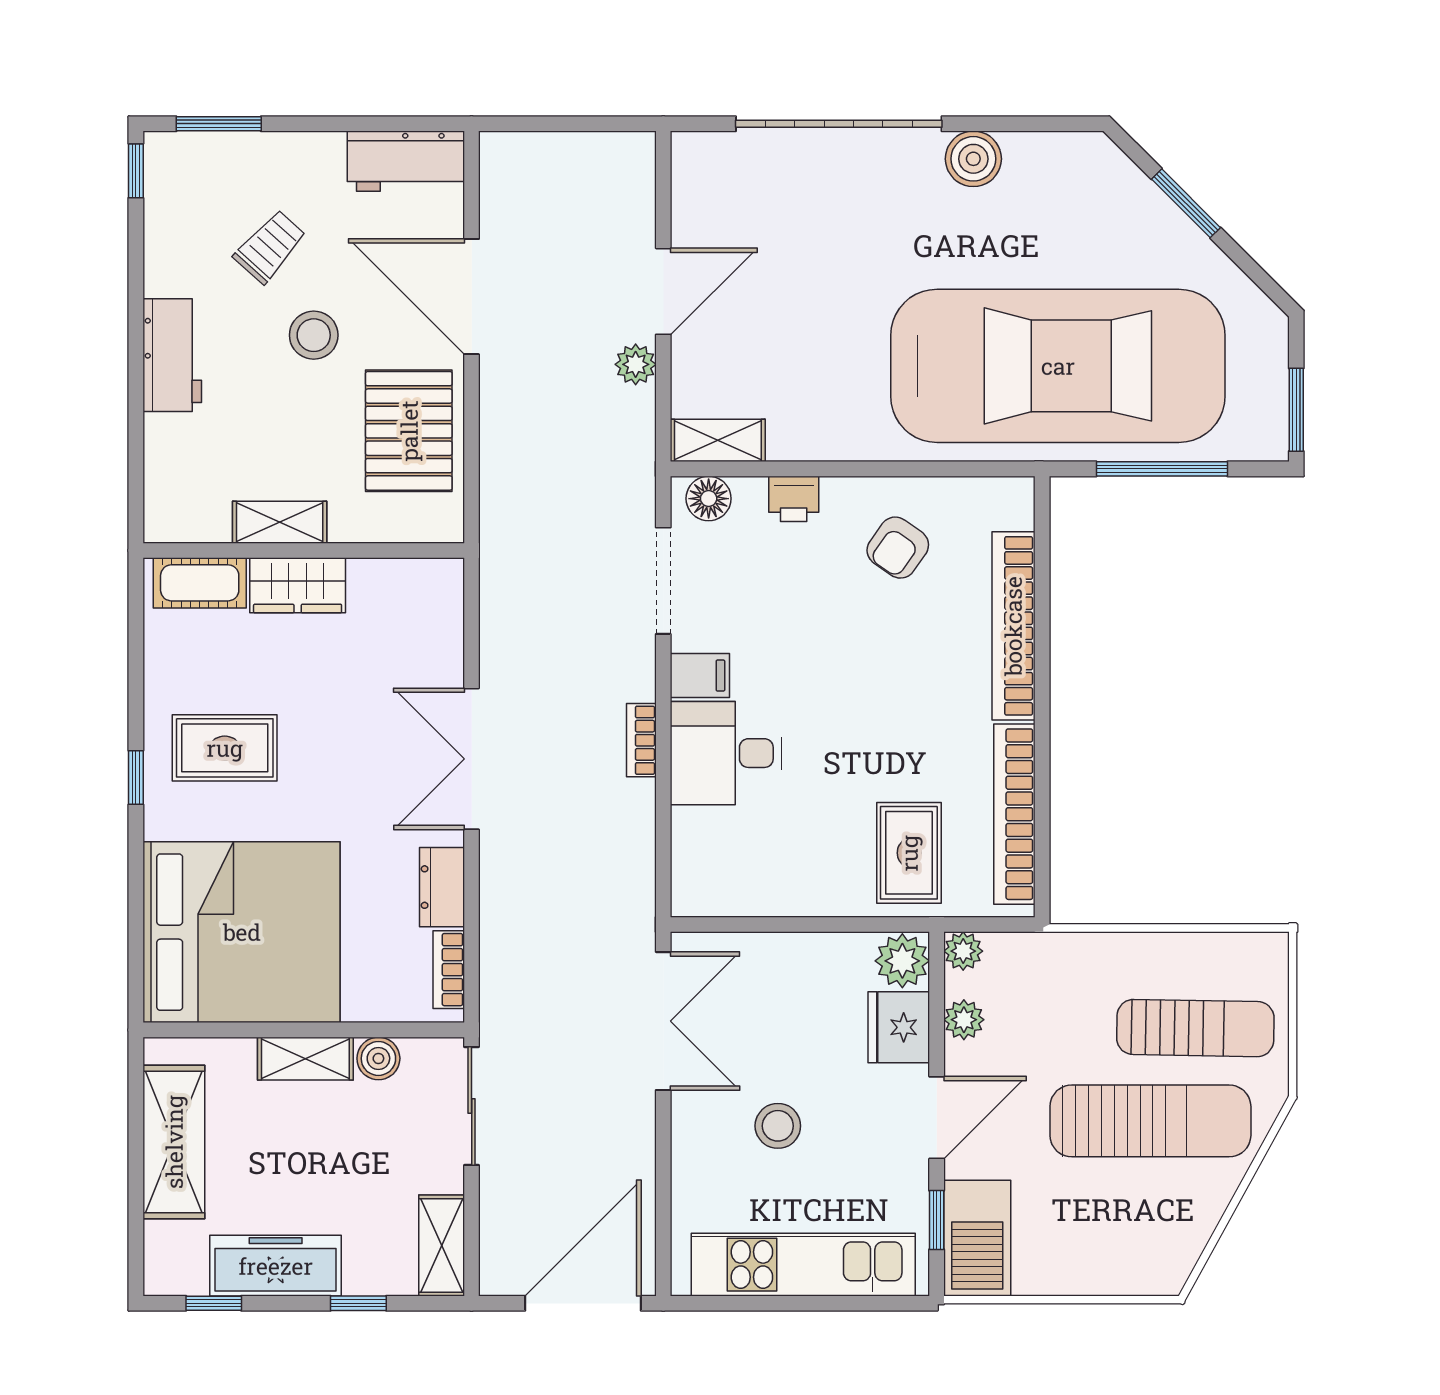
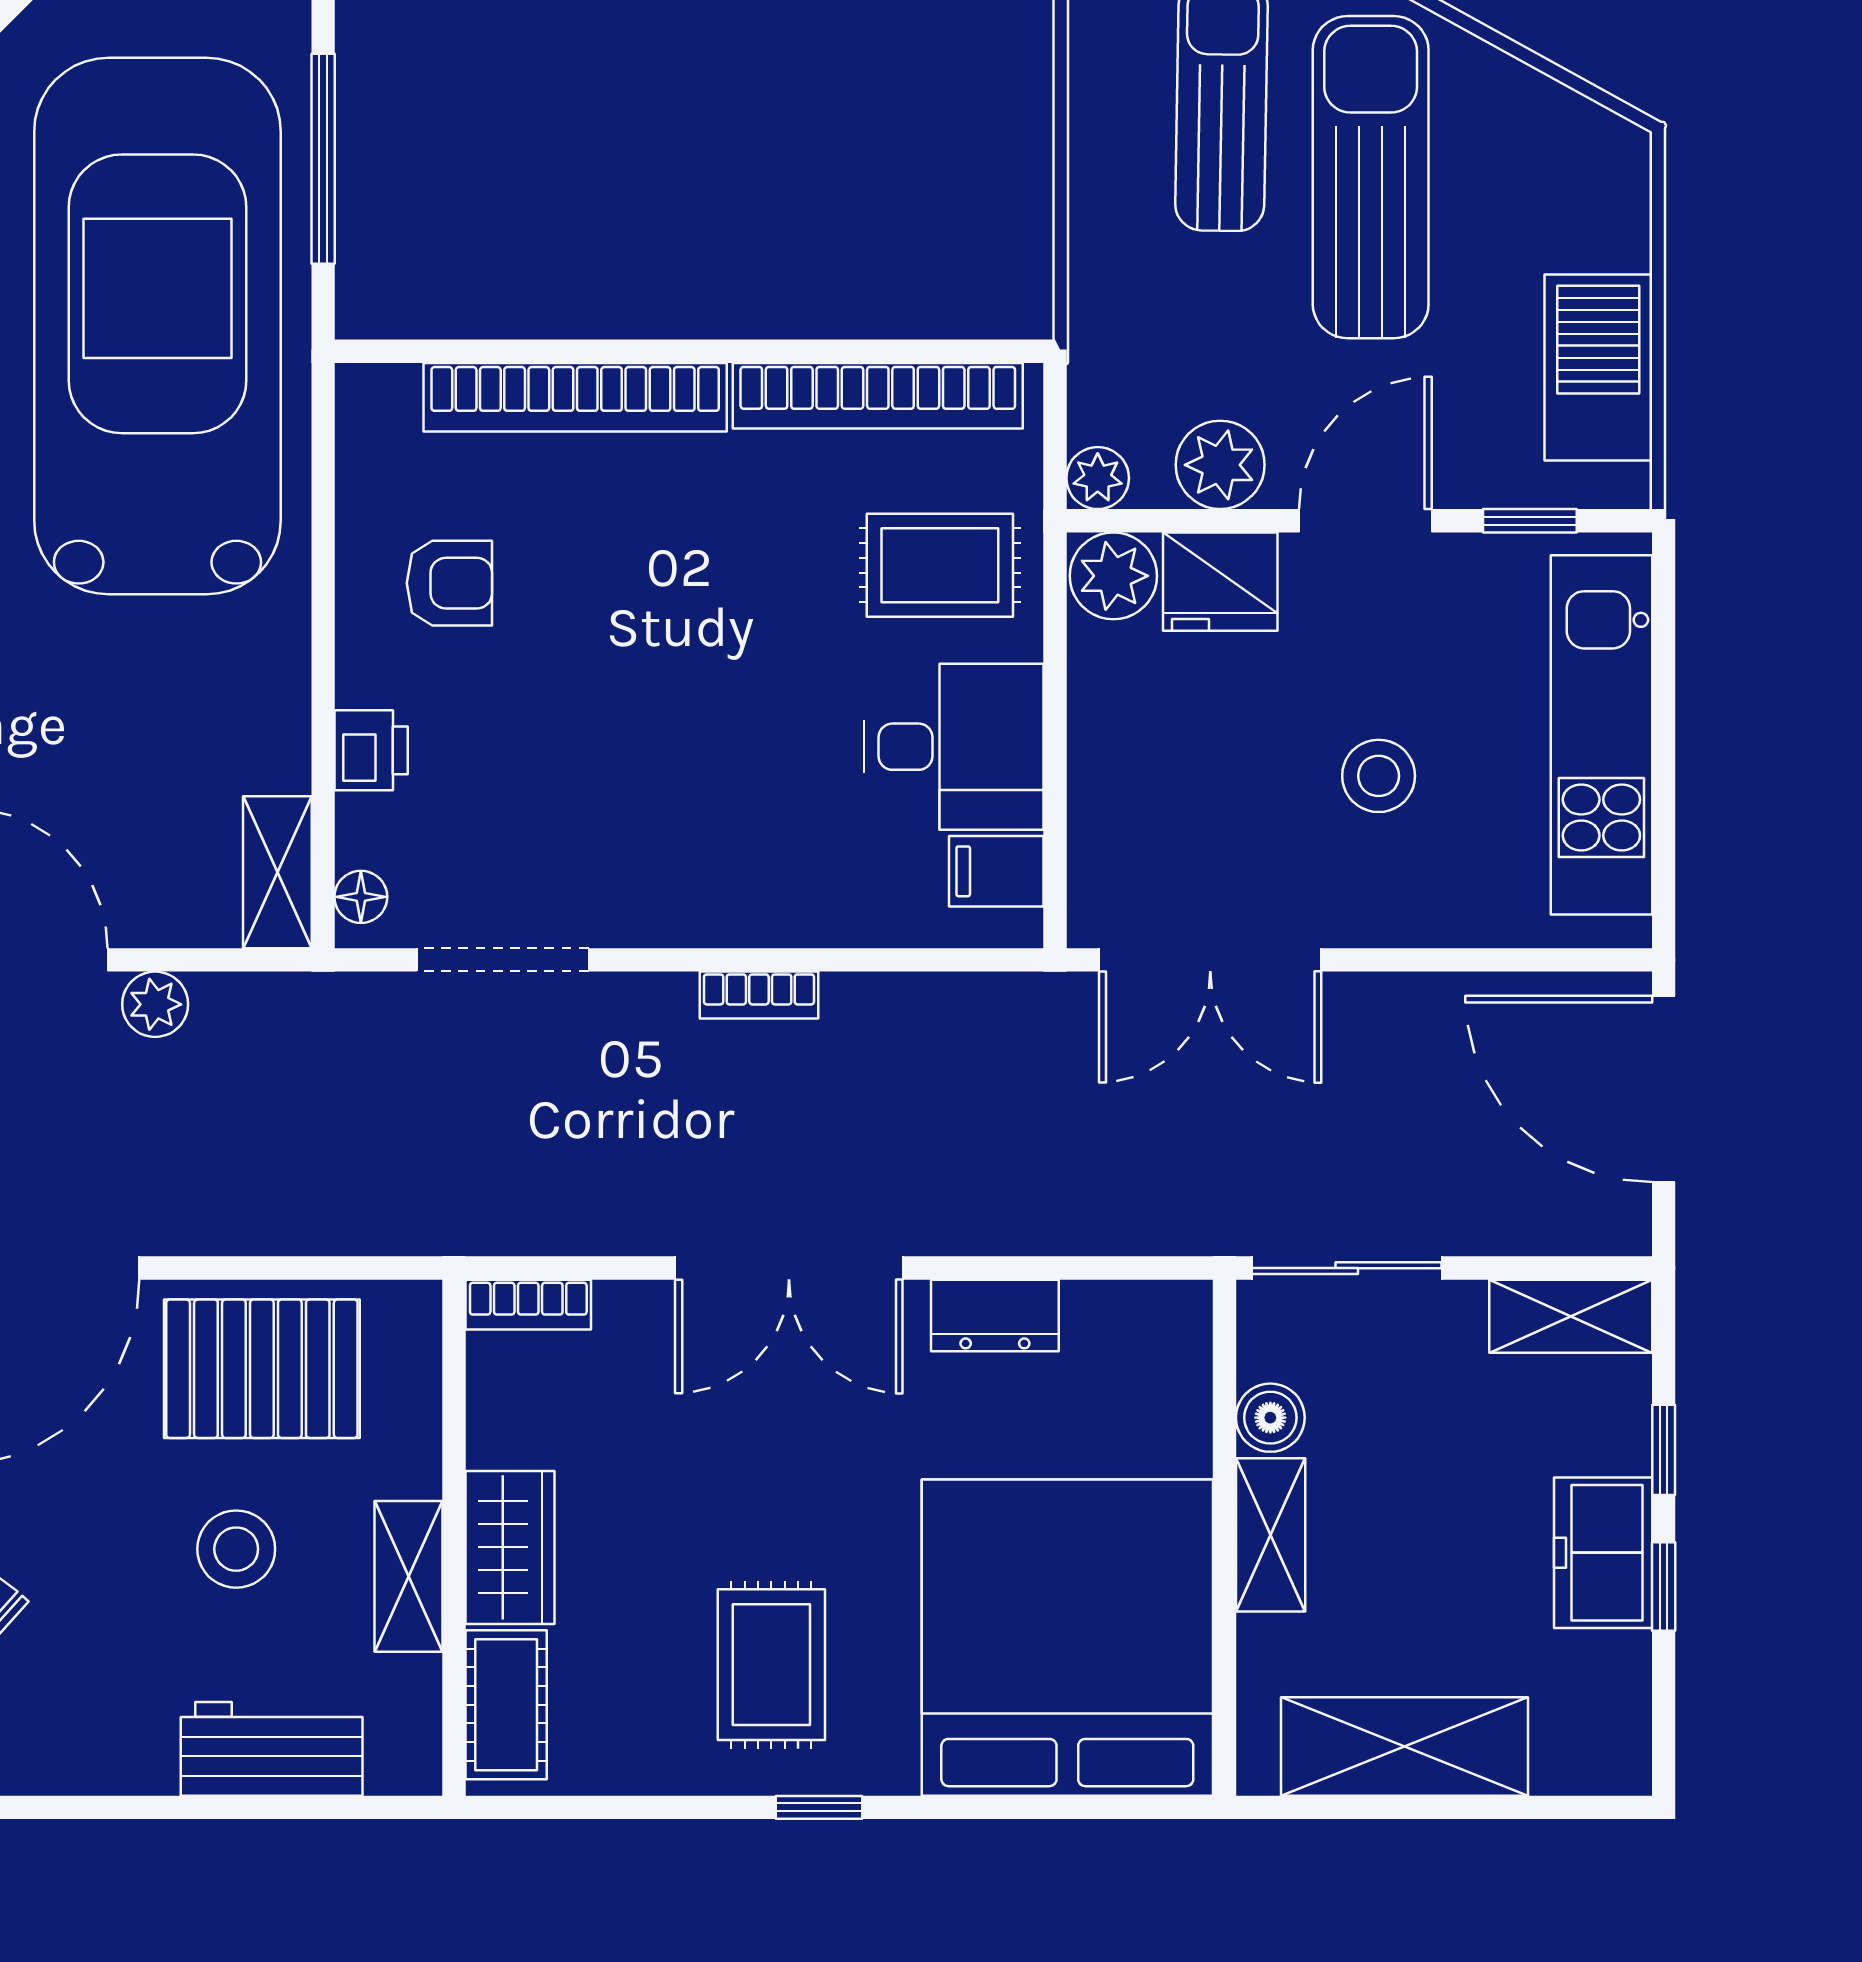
stool: (314, 335) -> (236, 1549), moved
workbench: (172, 355) -> (272, 1749), moved
floor lamp: (709, 499) -> (361, 897), width x0.73, depth x0.73
armchair: (898, 548) -> (449, 583), turned -35
filing cabinet: (700, 676) -> (996, 871), moved, turned -90
desk: (726, 753) -> (954, 747), moved, turned -90
bookcase: (449, 970) -> (528, 1305), moved
plant: (964, 1020) -> (1220, 465), width x1.38, depth x1.38
double door: (663, 1021) -> (1210, 960), swing flipped
door: (937, 1118) -> (1365, 521), hinge flipped
barbecue: (977, 1238) -> (1598, 368), moved, turned -90
freezer: (276, 1266) -> (1603, 1553), width x0.71
window: (214, 1303) -> (1664, 1586), moved

